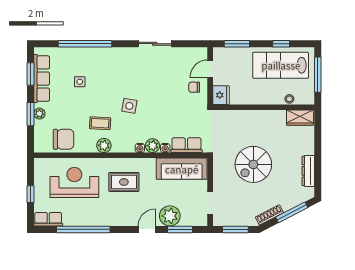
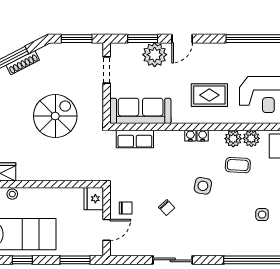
chair: (160, 88) -> (167, 207), added
plant: (153, 146) -> (251, 138), moved
water cooler: (165, 148) -> (203, 136), moved
shoe rack: (269, 215) -> (23, 63), moved

